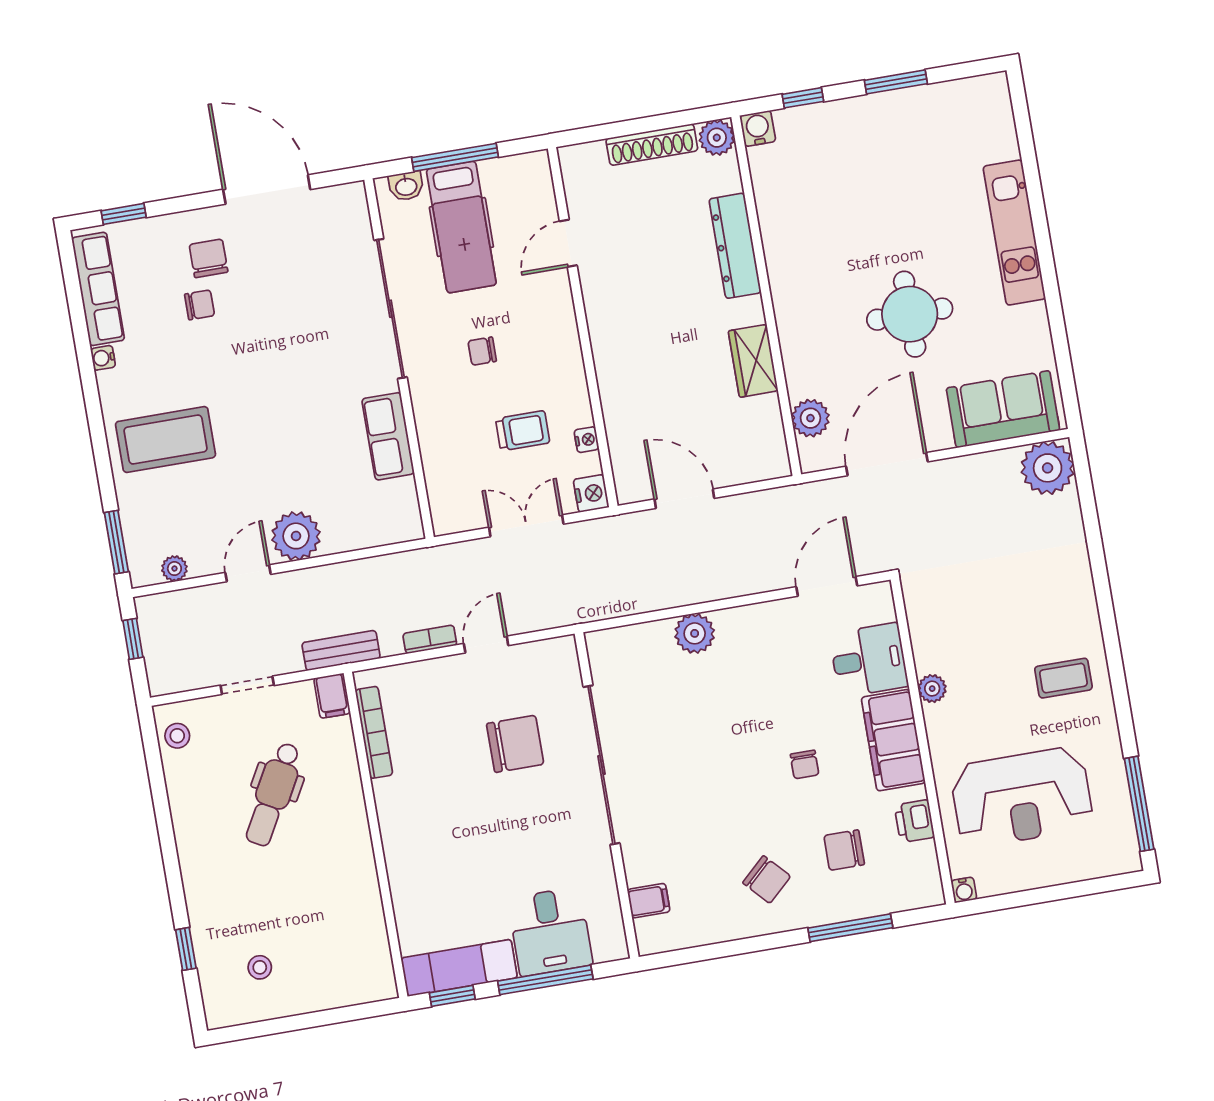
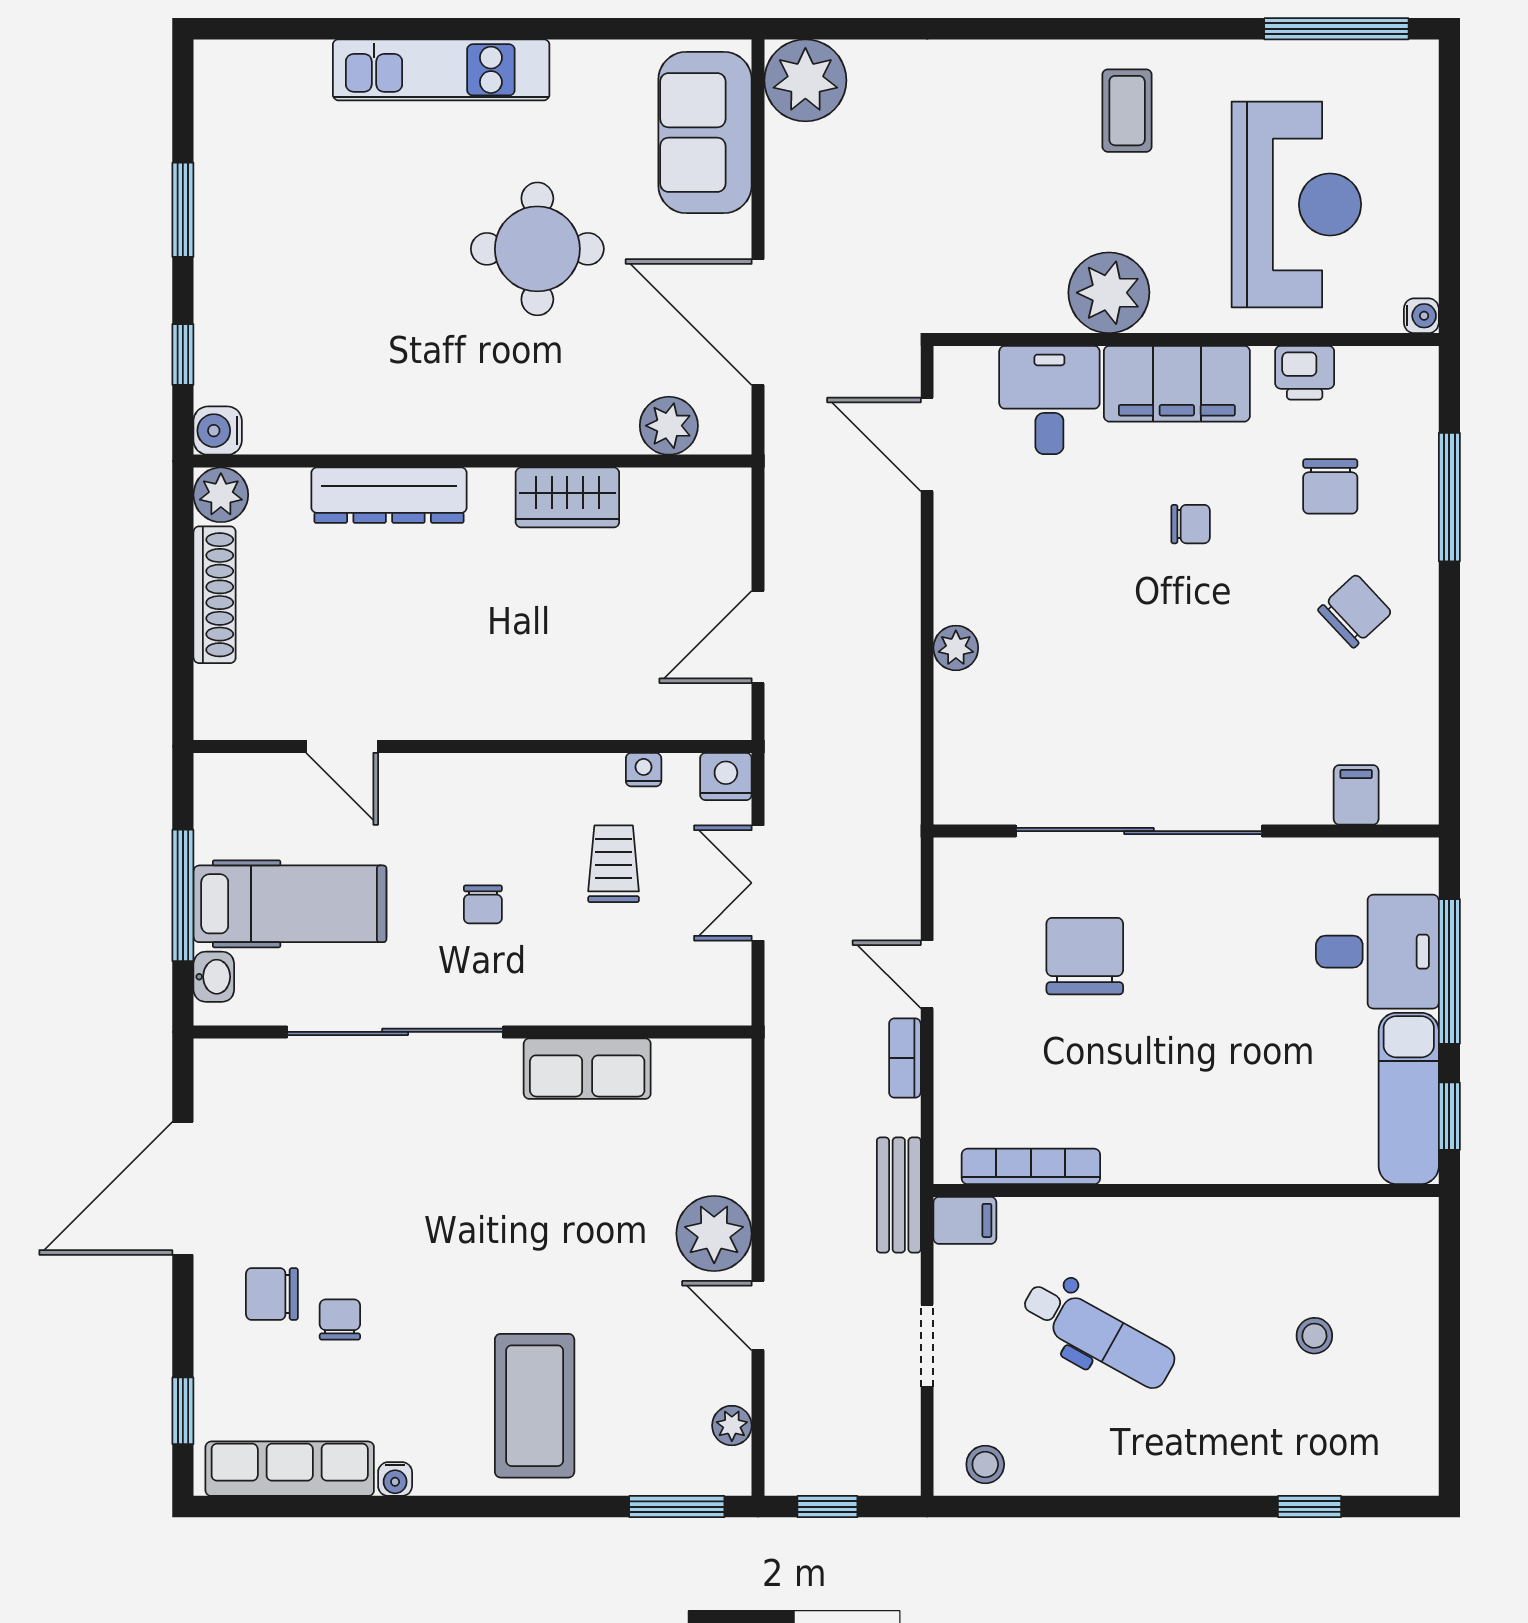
plant: (695, 633) -> (956, 648), width x0.73, depth x0.73
plant: (932, 689) -> (1109, 293), width x1.87, depth x1.87
stool: (260, 967) -> (1314, 1336), moved

